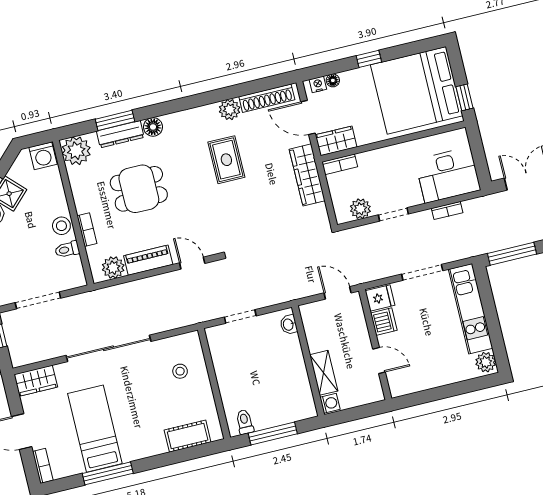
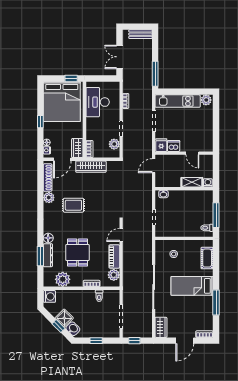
plant: (76, 151) -> (63, 279), moved
desk: (448, 175) -> (98, 102), moved, turned 180
stool: (61, 226) -> (87, 296), removed
door: (379, 360) -> (192, 153), swing flipped
bed: (95, 429) -> (192, 286), moved

